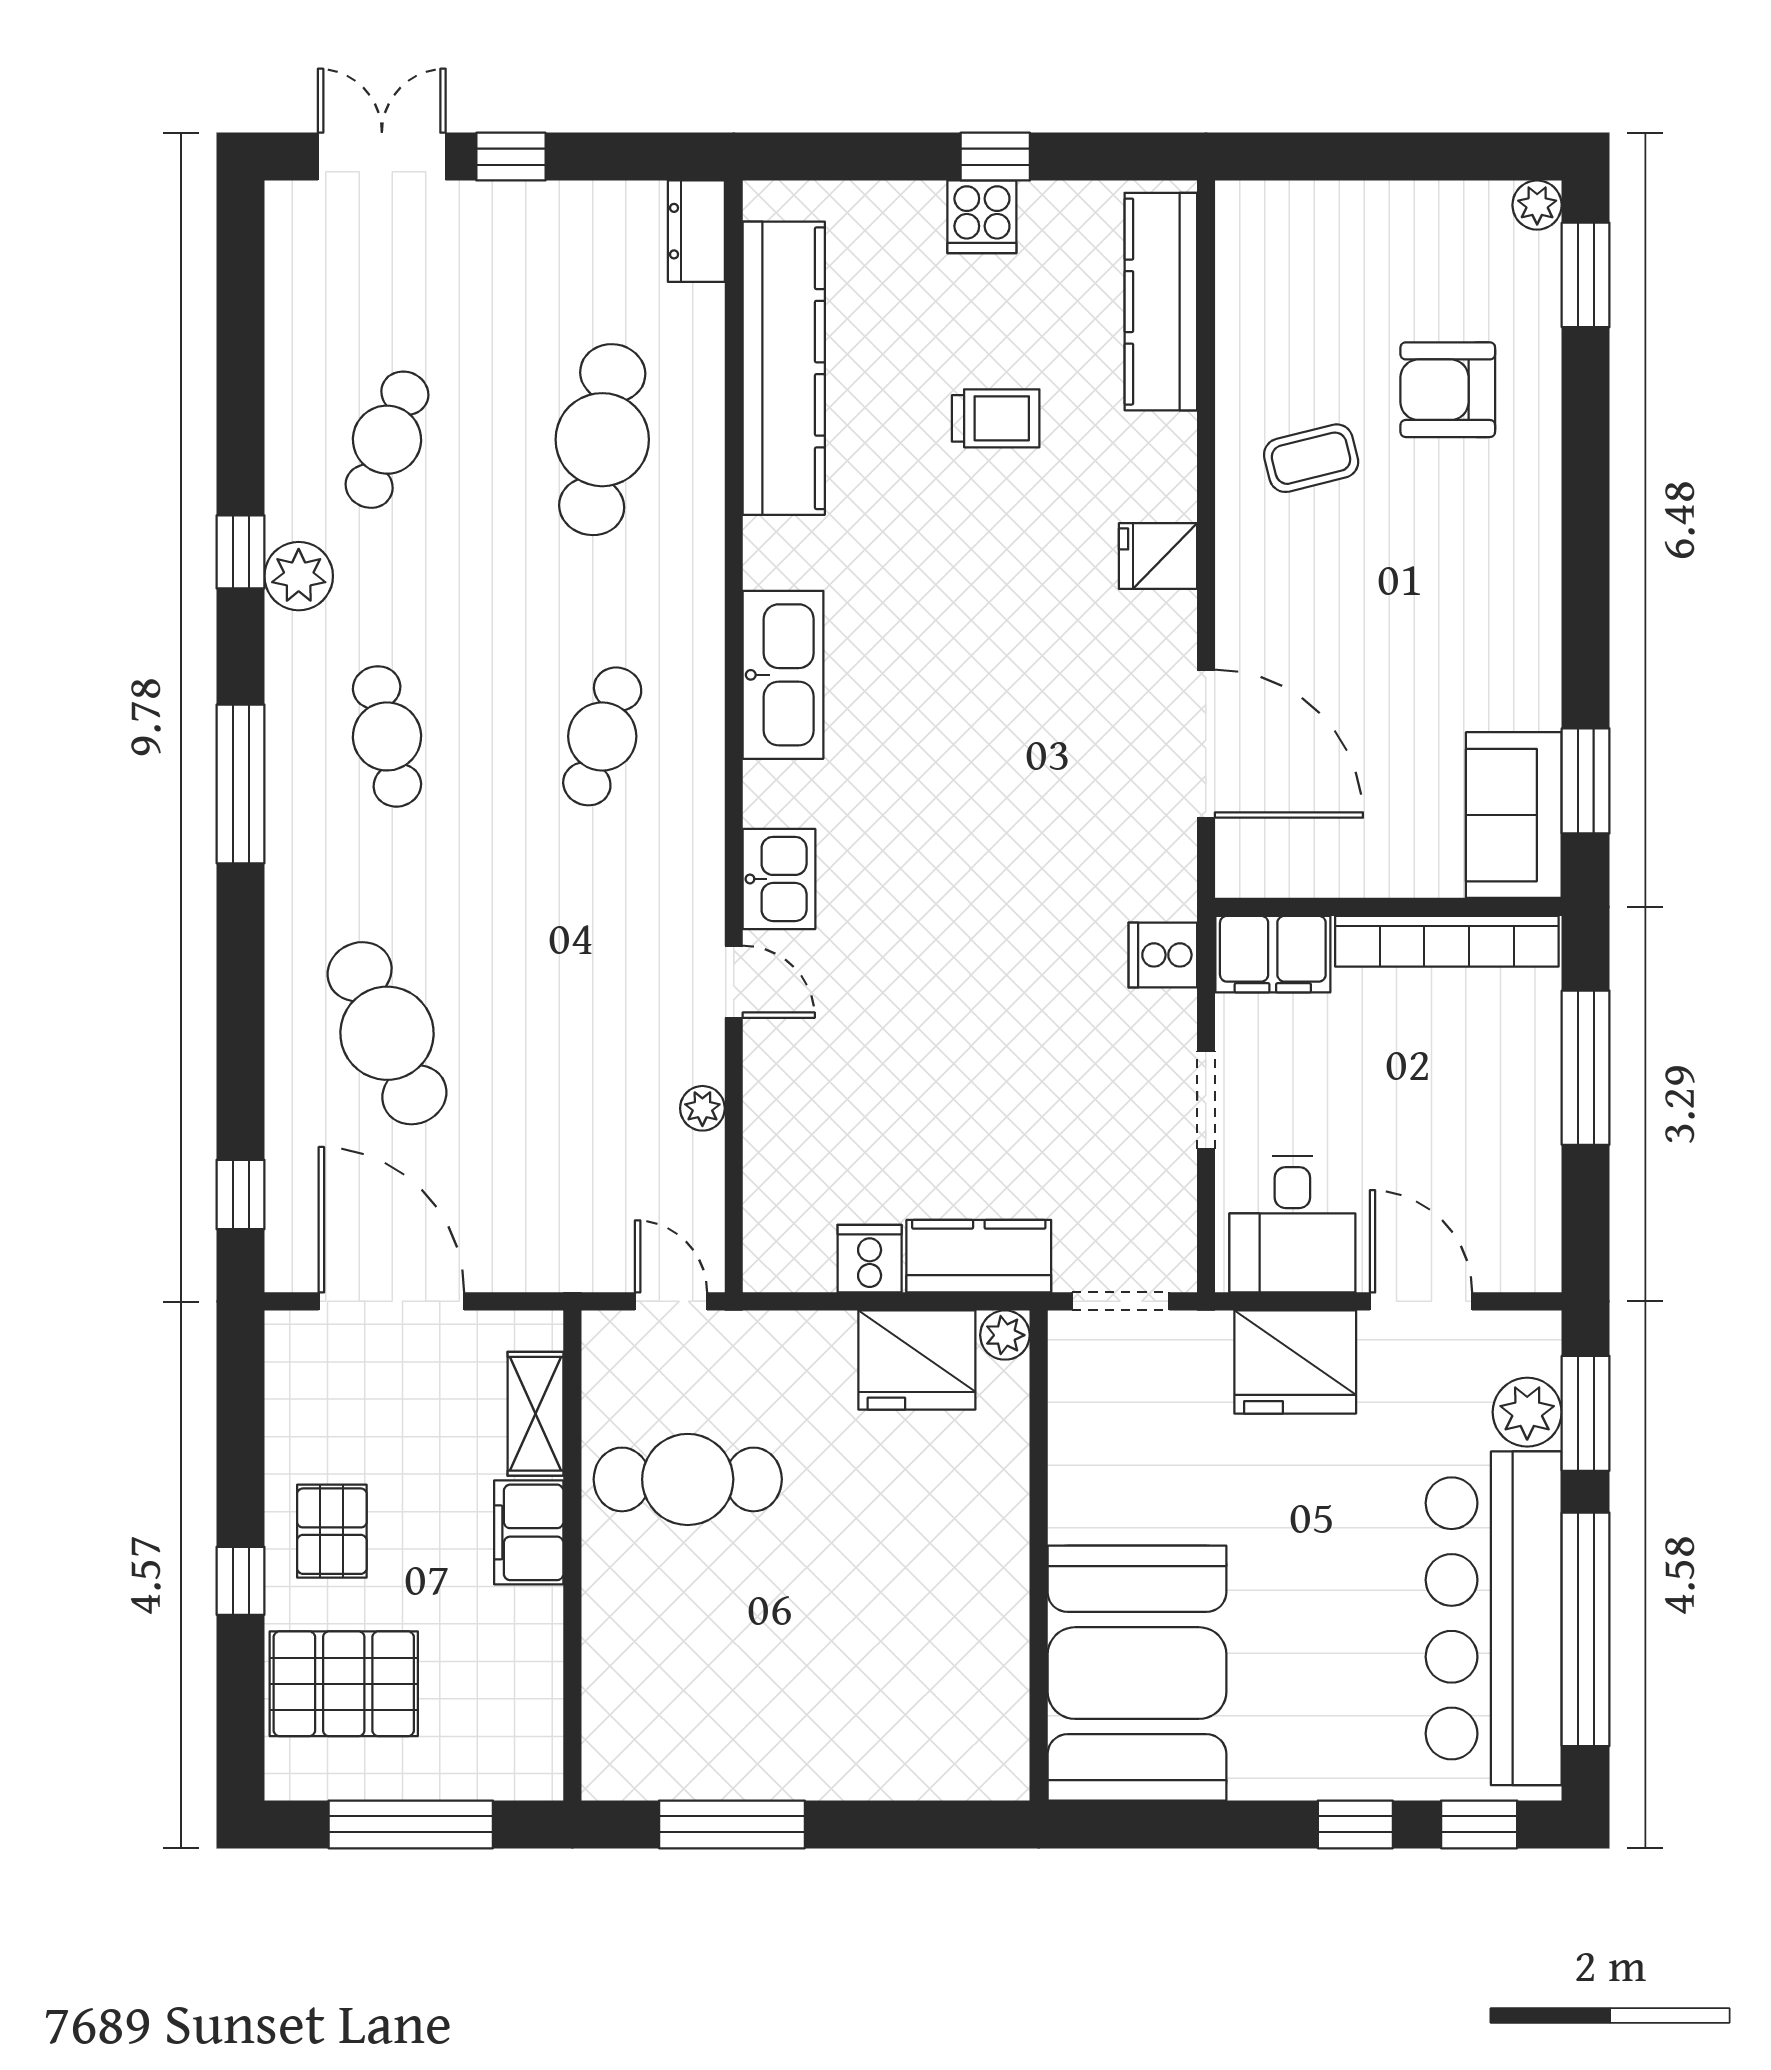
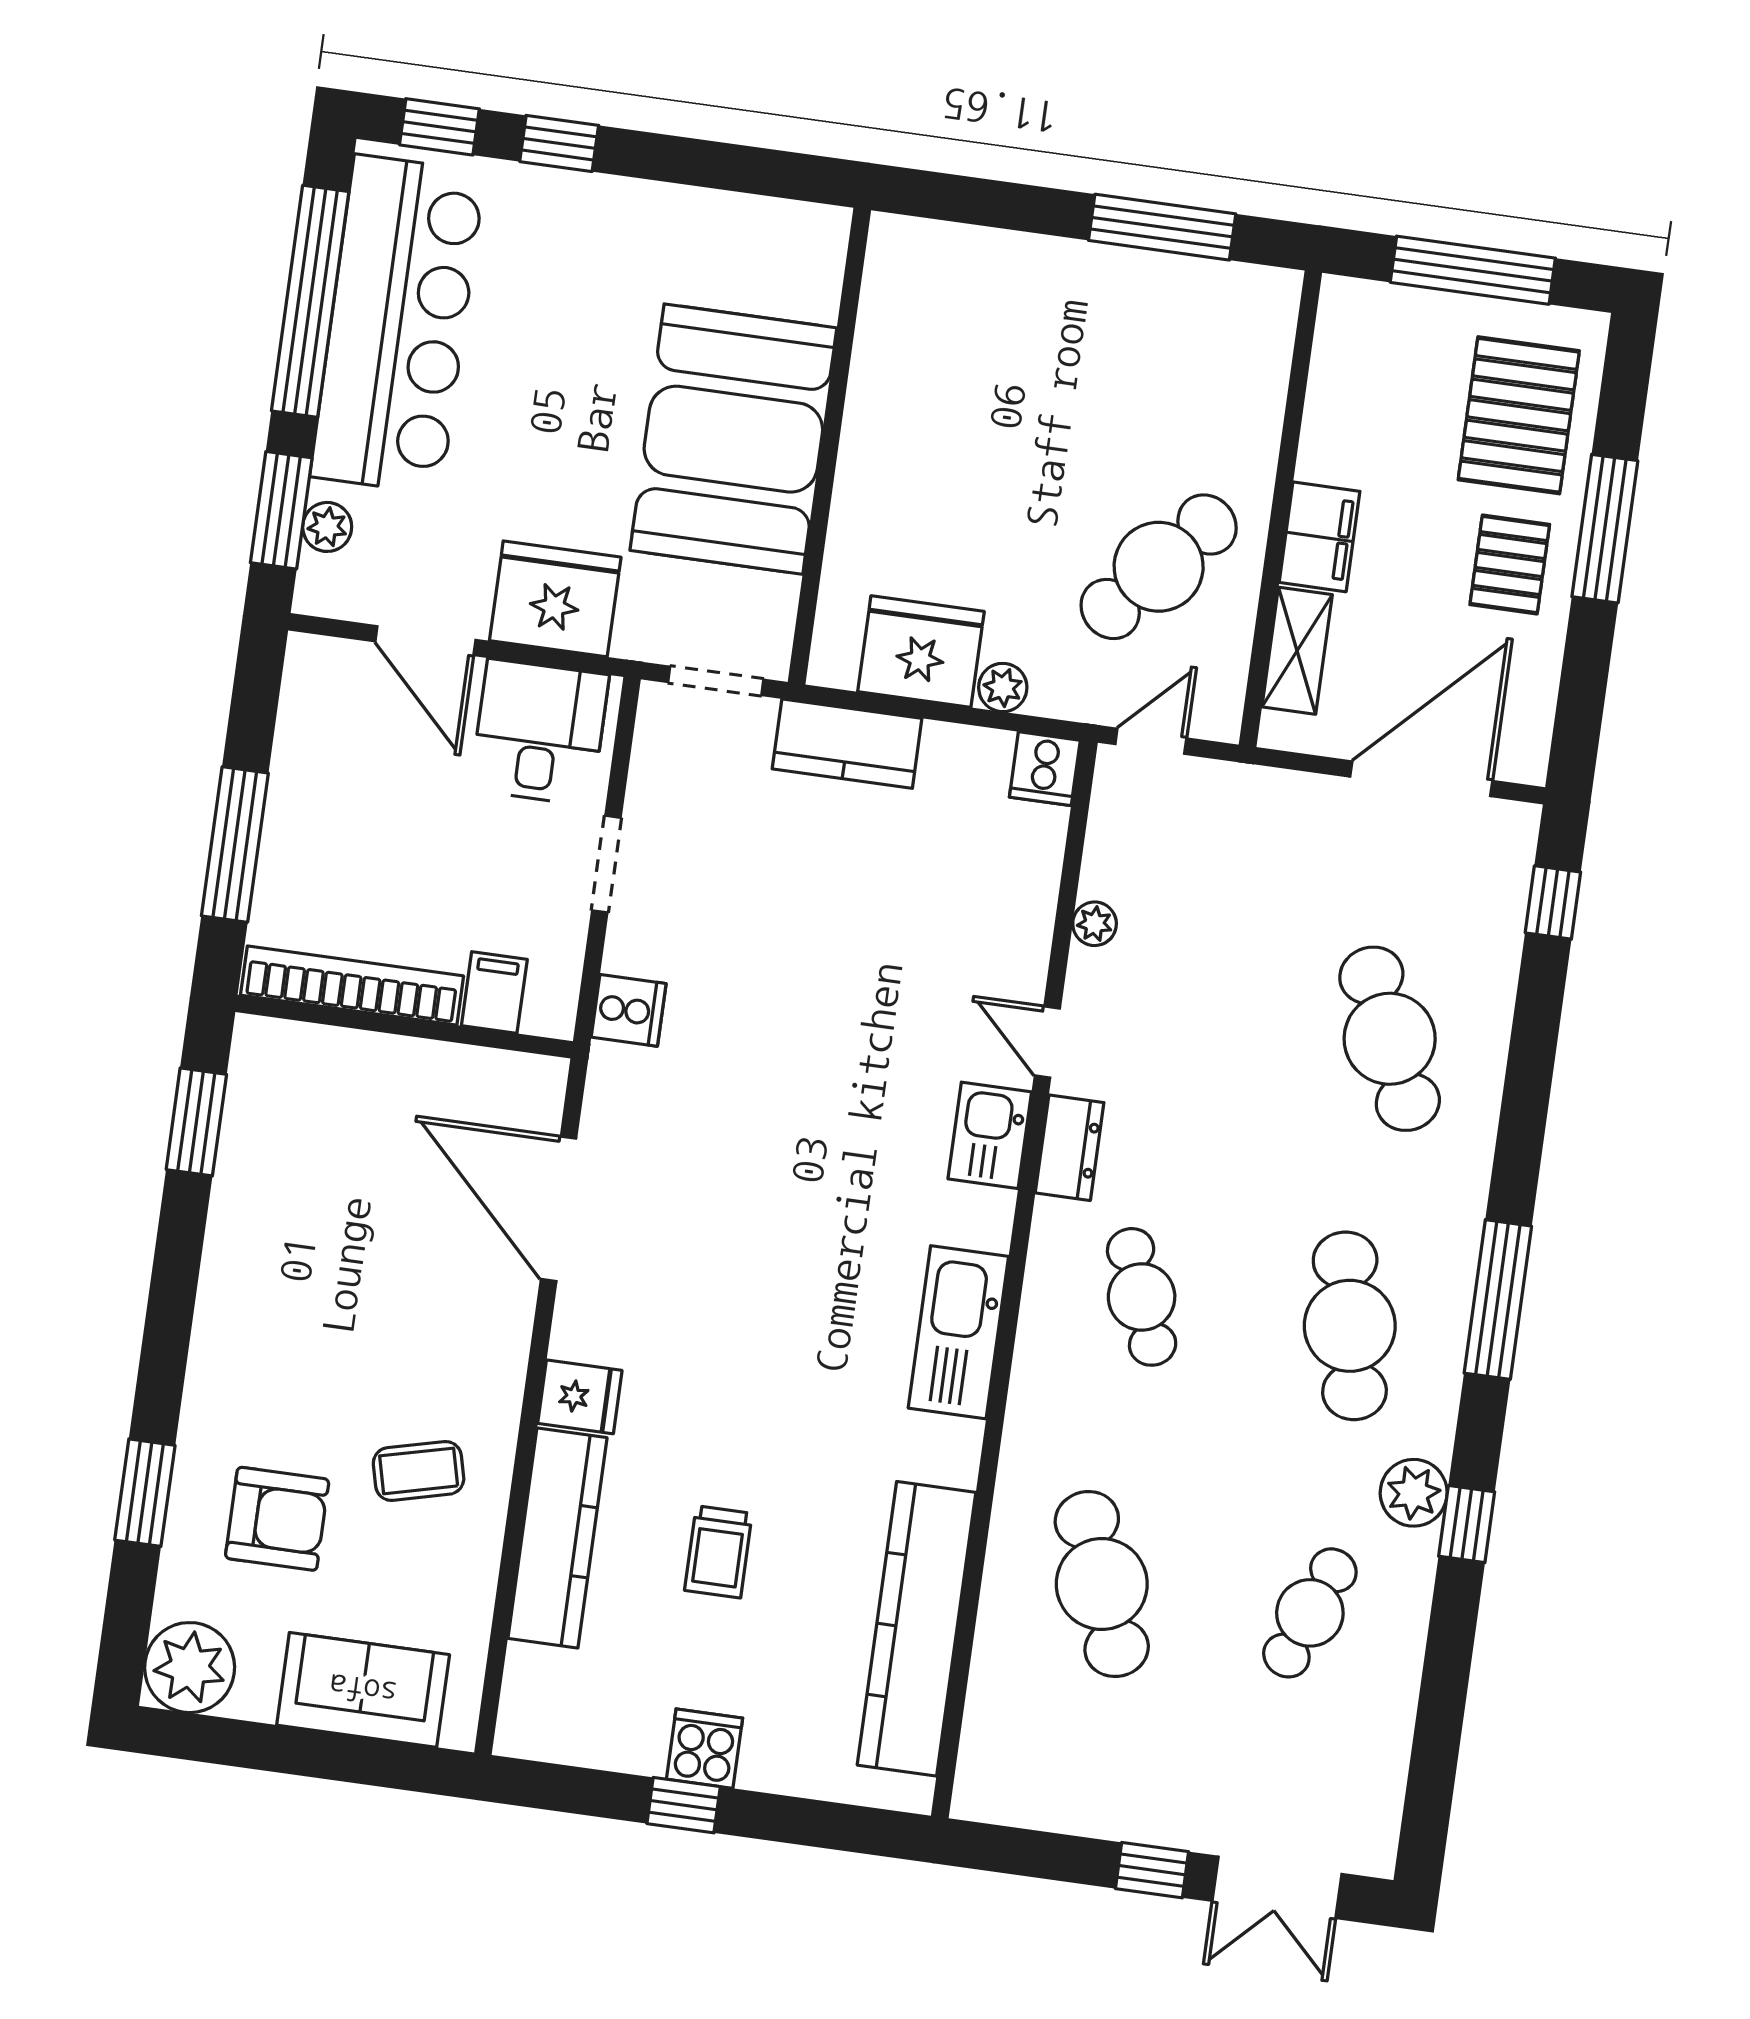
plant: (1537, 205) -> (190, 1668), width x1.87, depth x1.87
dresser: (696, 231) -> (1070, 1148), moved
window: (1586, 275) -> (145, 1493), moved
kitchen counter: (1161, 302) -> (557, 1538), moved
trolley: (996, 418) -> (718, 1552), turned -90
cafe table: (602, 440) -> (1102, 1584), turned -30
cafe table: (387, 736) -> (1350, 1326), width x1.37, depth x1.35
cafe table: (602, 736) -> (1142, 1297), turned -39
sofa: (1514, 815) -> (363, 1690), moved, turned -90
filing cabinet: (1273, 954) -> (494, 993), width x0.50
cooker: (870, 1259) -> (1045, 769), moved
door: (391, 1301) -> (1421, 779), swing flipped
door: (671, 1301) -> (1151, 741), swing flipped
plant: (1005, 1335) -> (1003, 687), moved
plant: (1527, 1412) -> (327, 527), width x0.73, depth x0.73
cafe table: (688, 1479) -> (1159, 567), turned -49
window: (241, 1581) -> (1605, 529), width x2.17
booth: (1137, 1673) -> (733, 439), moved
pallet: (344, 1684) -> (1519, 415), turned 90

